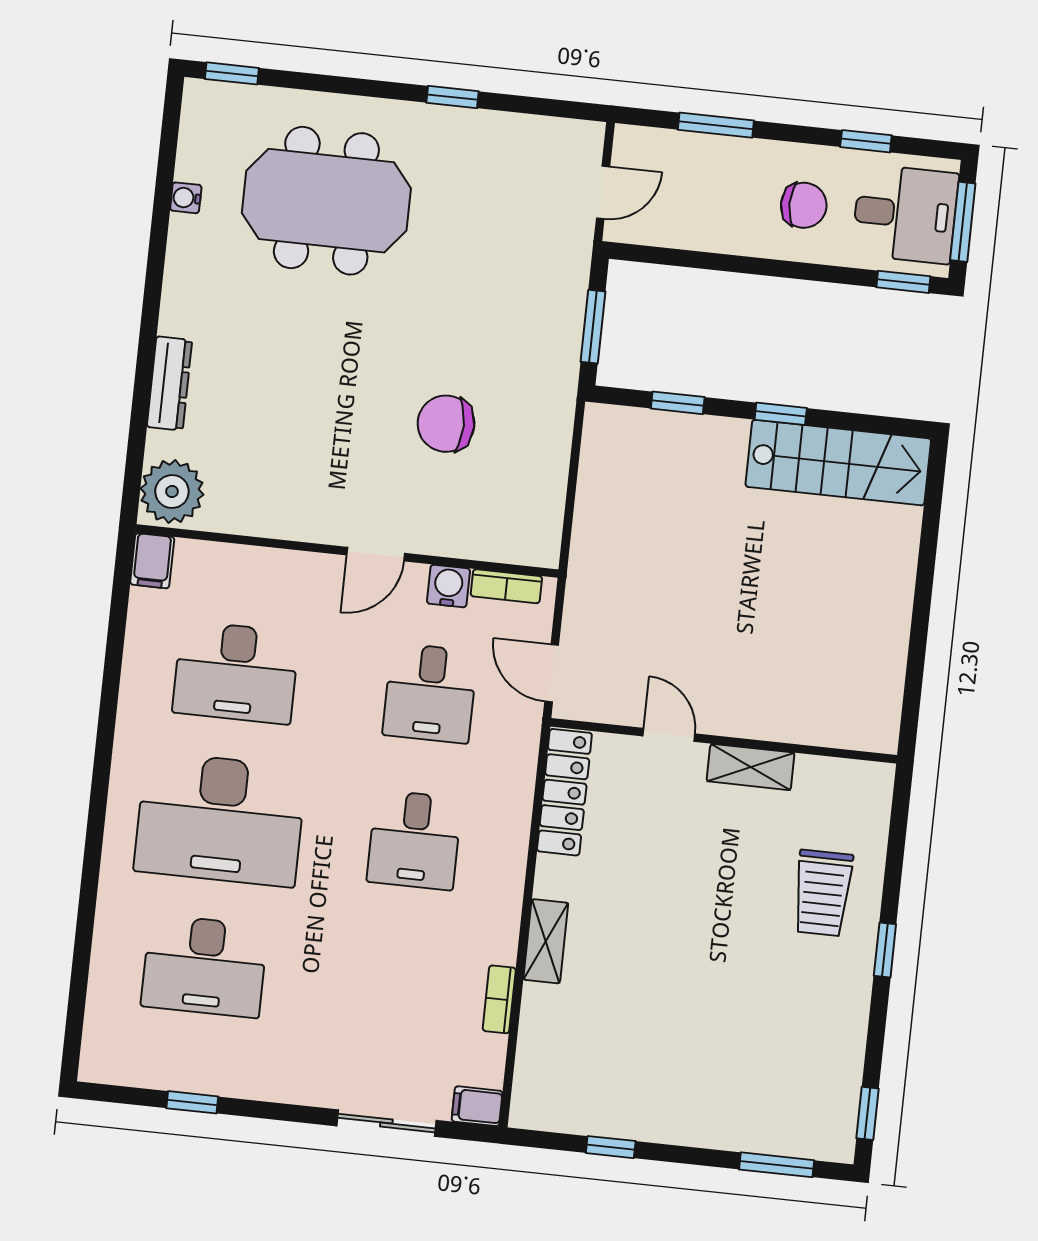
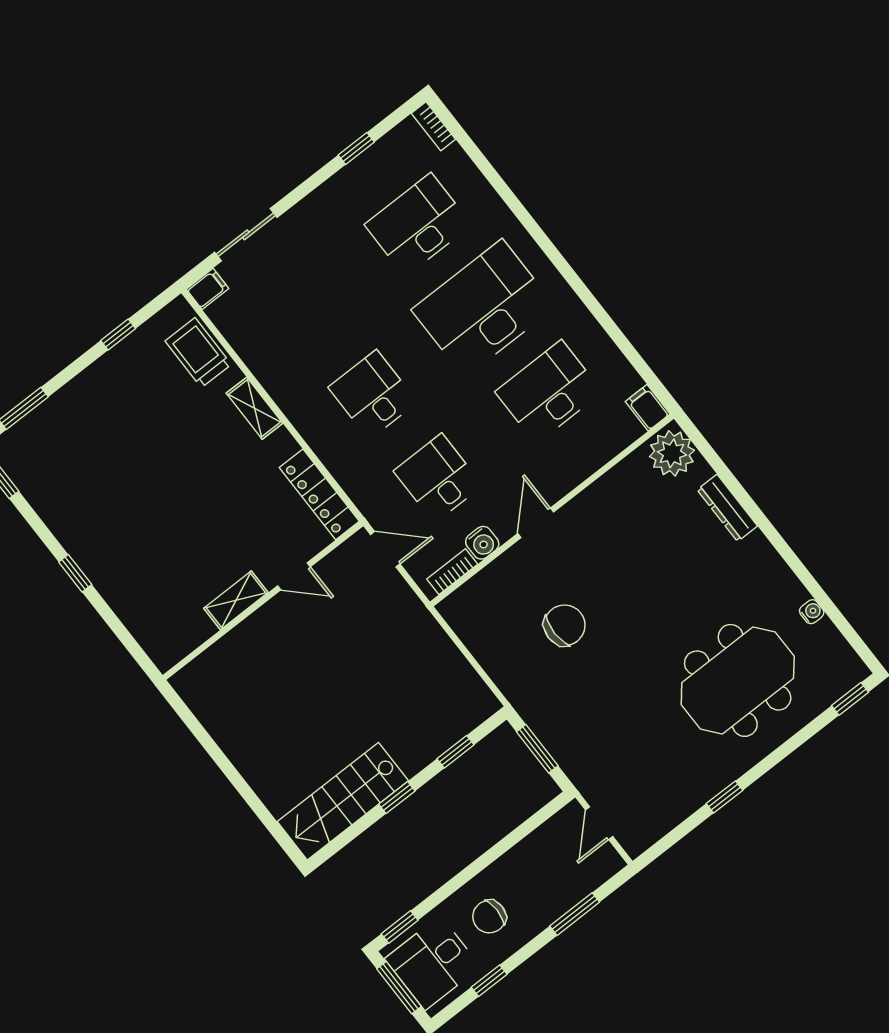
trolley: (823, 893) -> (198, 353), moved
bookcase: (499, 999) -> (433, 126), moved, turned 180

